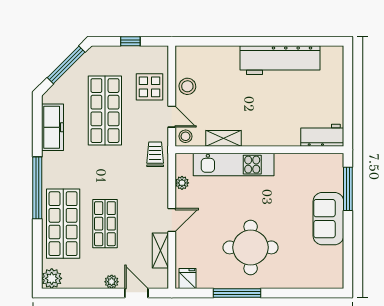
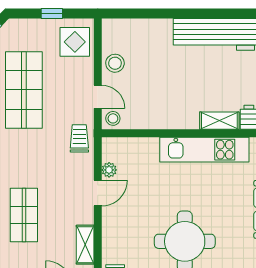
display table: (150, 87) -> (75, 42), moved
shelving: (224, 138) -> (219, 121), moved
kitchen unit: (234, 165) -> (204, 150), moved
door: (172, 220) -> (98, 193), moved

